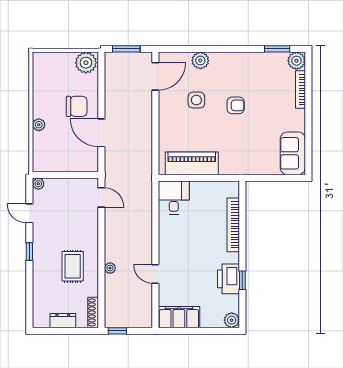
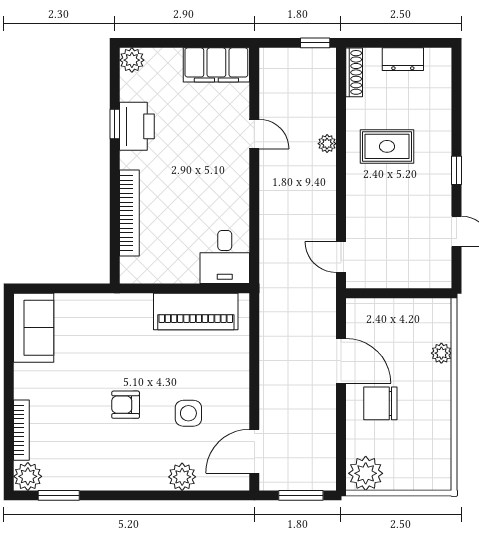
plant: (39, 125) -> (441, 353), moved
plant: (38, 184) -> (442, 279), removed
rug: (73, 266) -> (387, 146), turned 90

